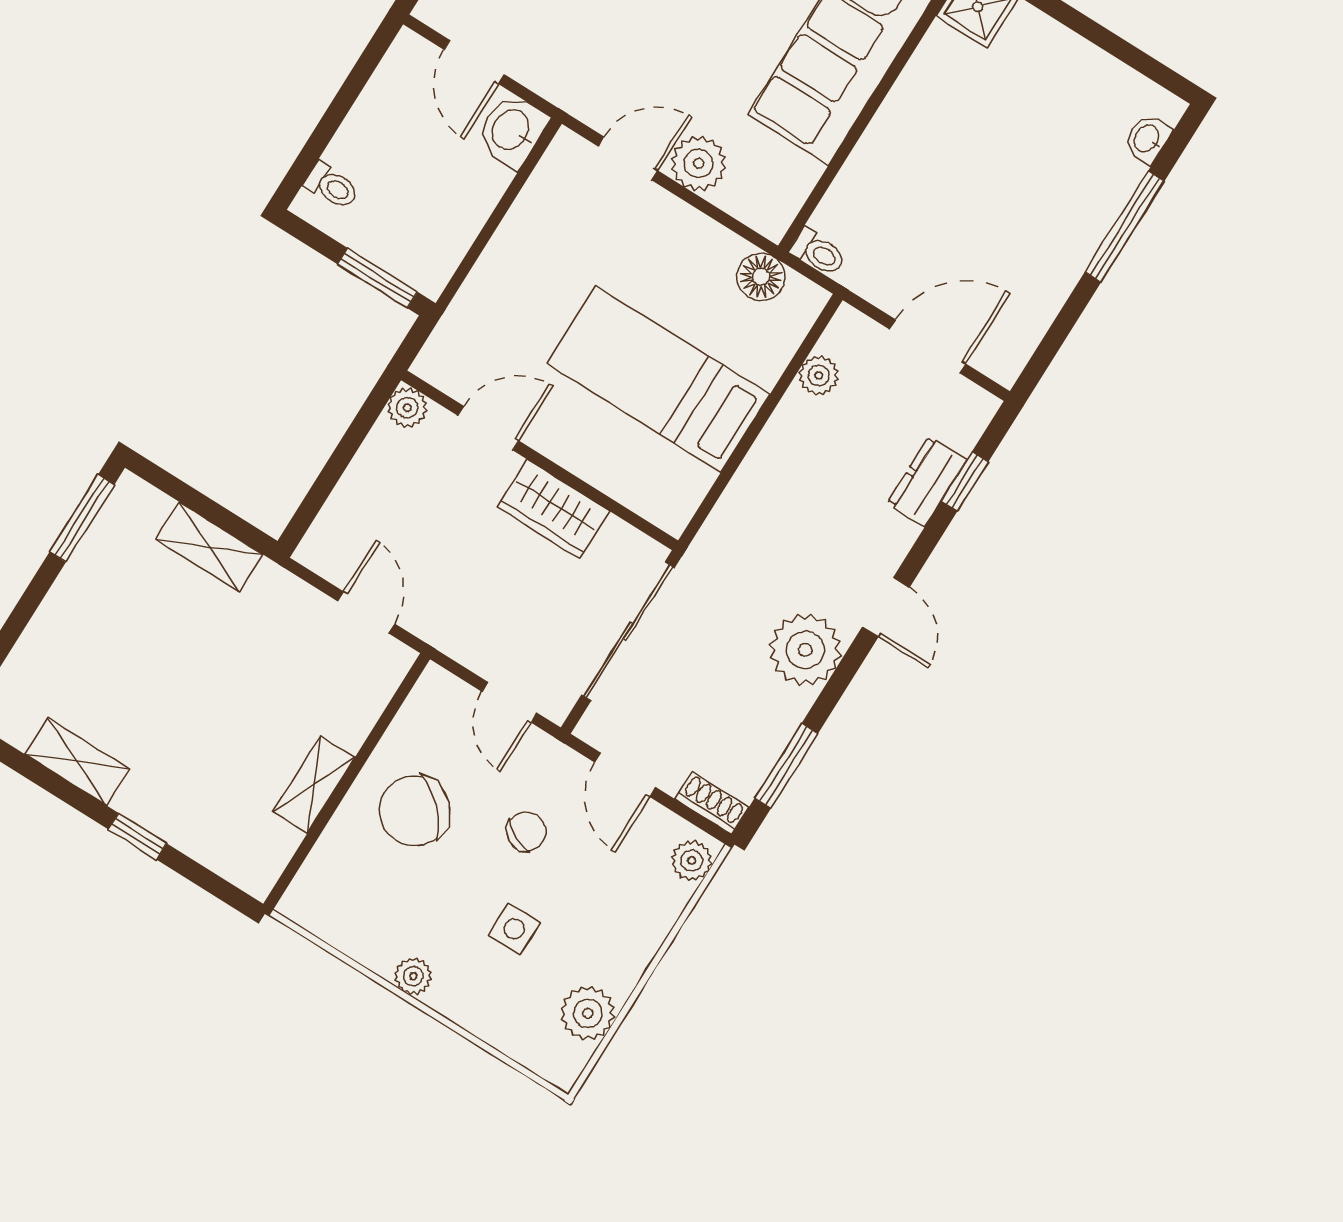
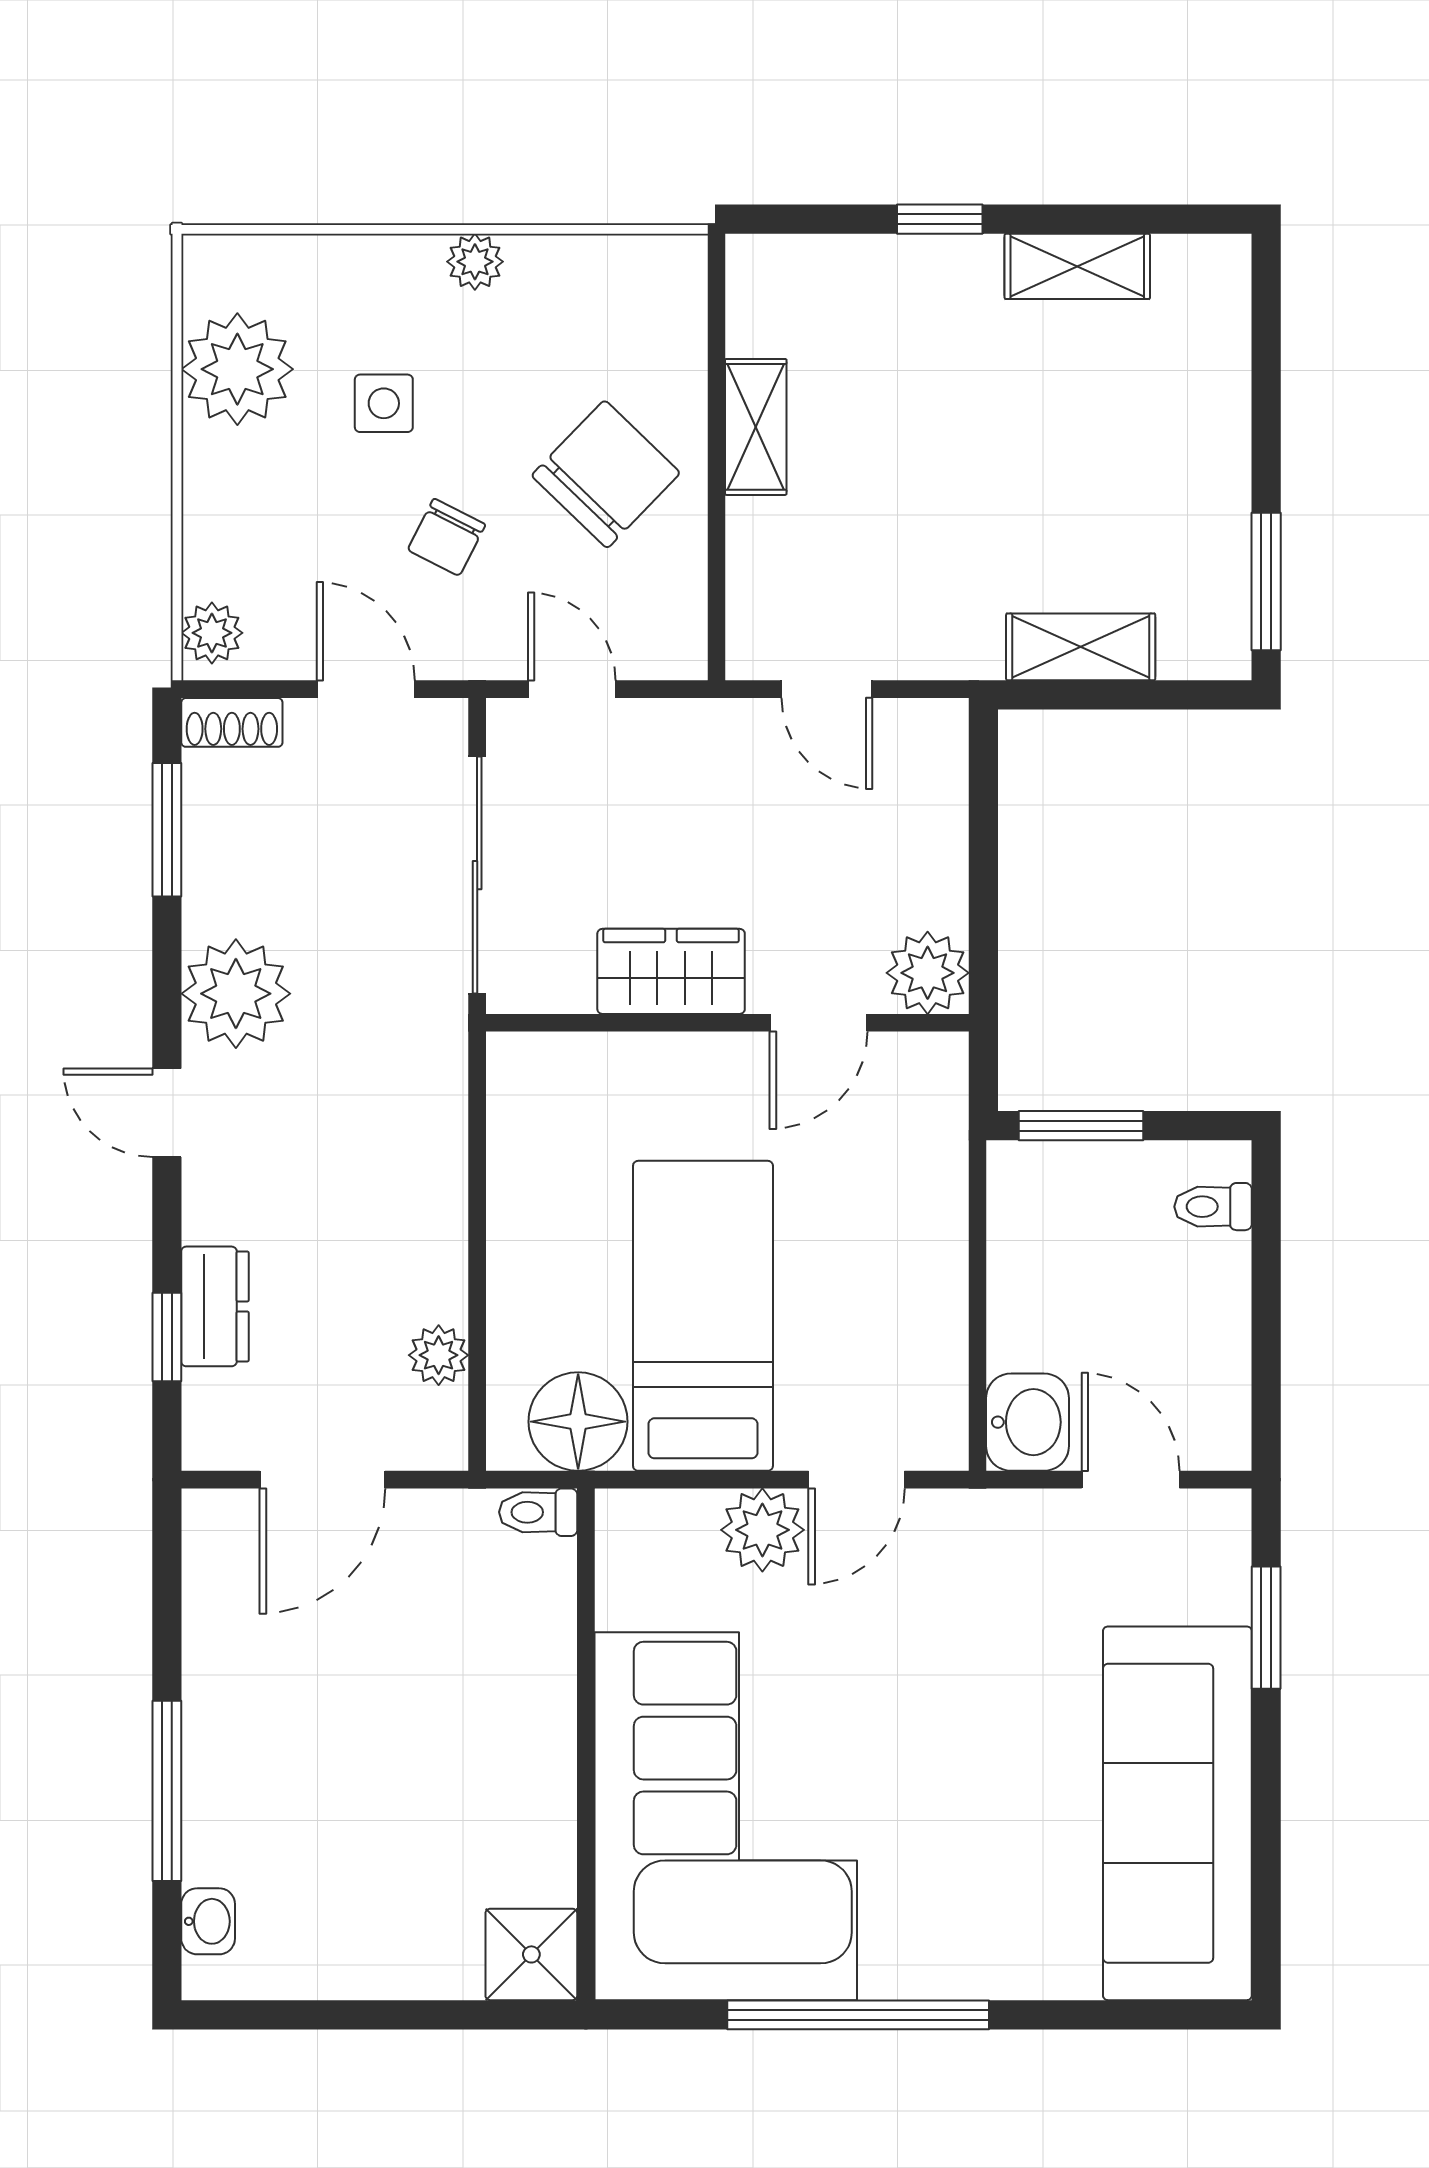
floor lamp: (761, 277) -> (578, 1422), width x1.38, depth x1.38
bed: (658, 379) -> (703, 1316), moved, turned -90
plant: (407, 408) -> (928, 973), width x1.38, depth x1.38
plant: (588, 1013) -> (237, 369), width x1.36, depth x1.36

